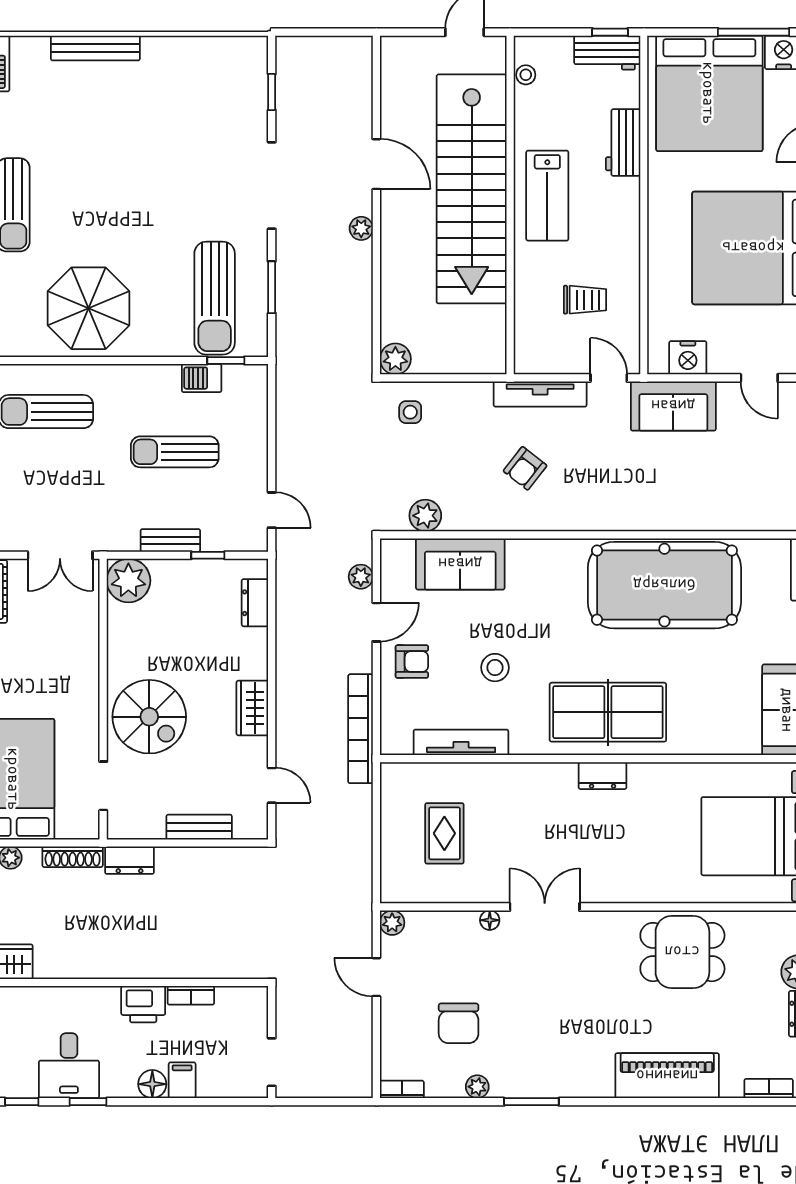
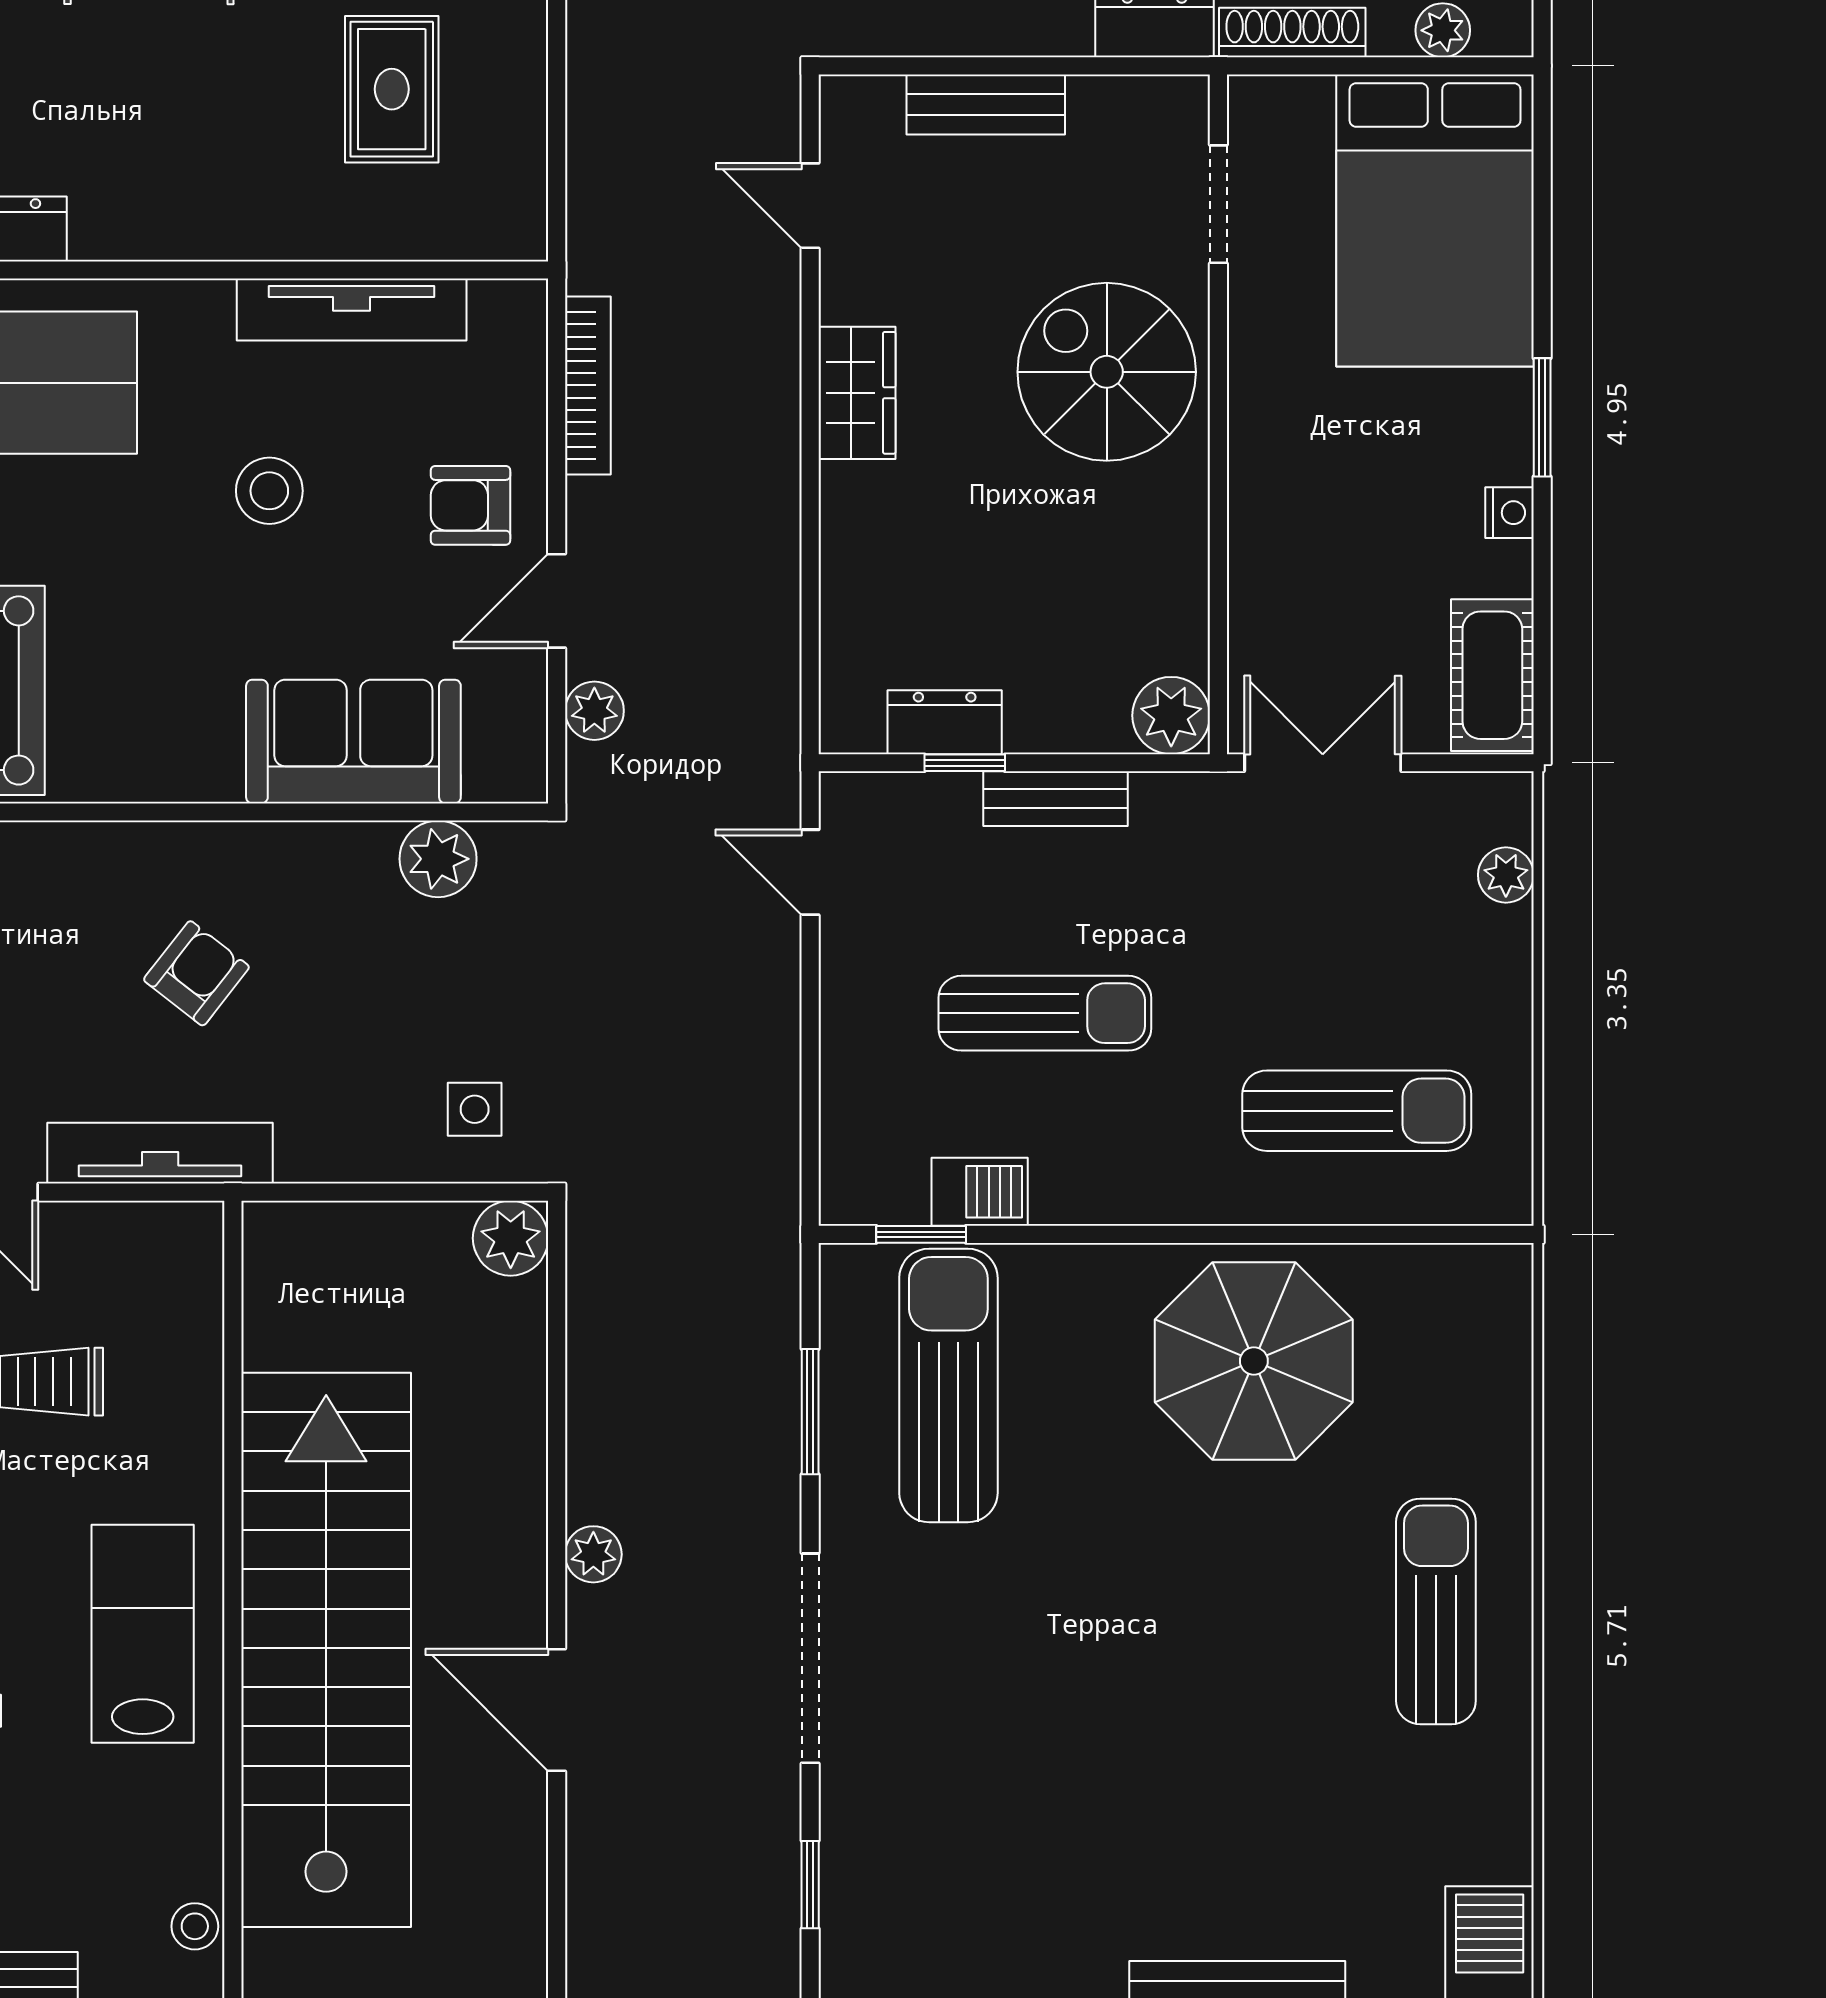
plant: (128, 581) -> (1171, 716), width x0.73, depth x0.73
dresser: (255, 603) -> (945, 722), moved, turned -90
bookcase: (361, 729) -> (588, 385), width x0.68, depth x0.76

